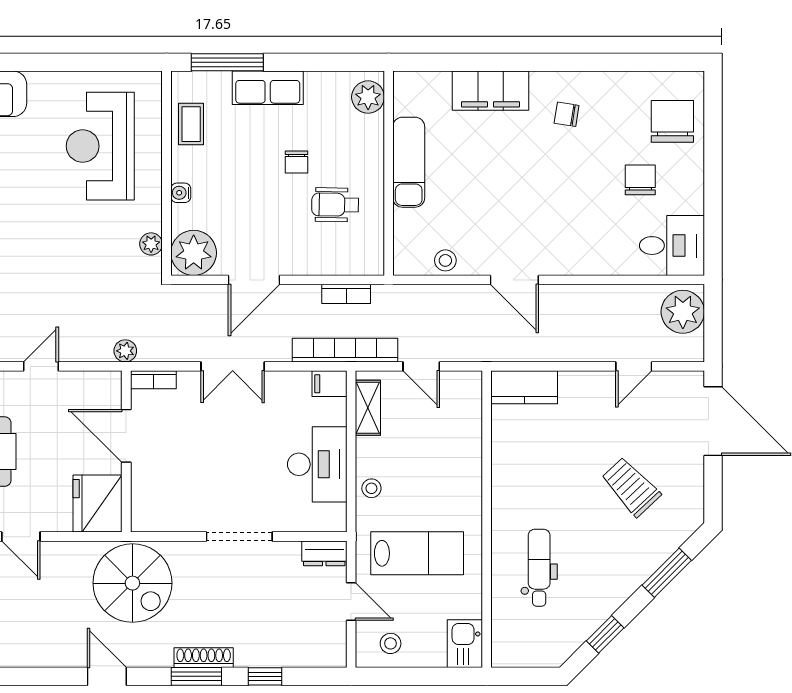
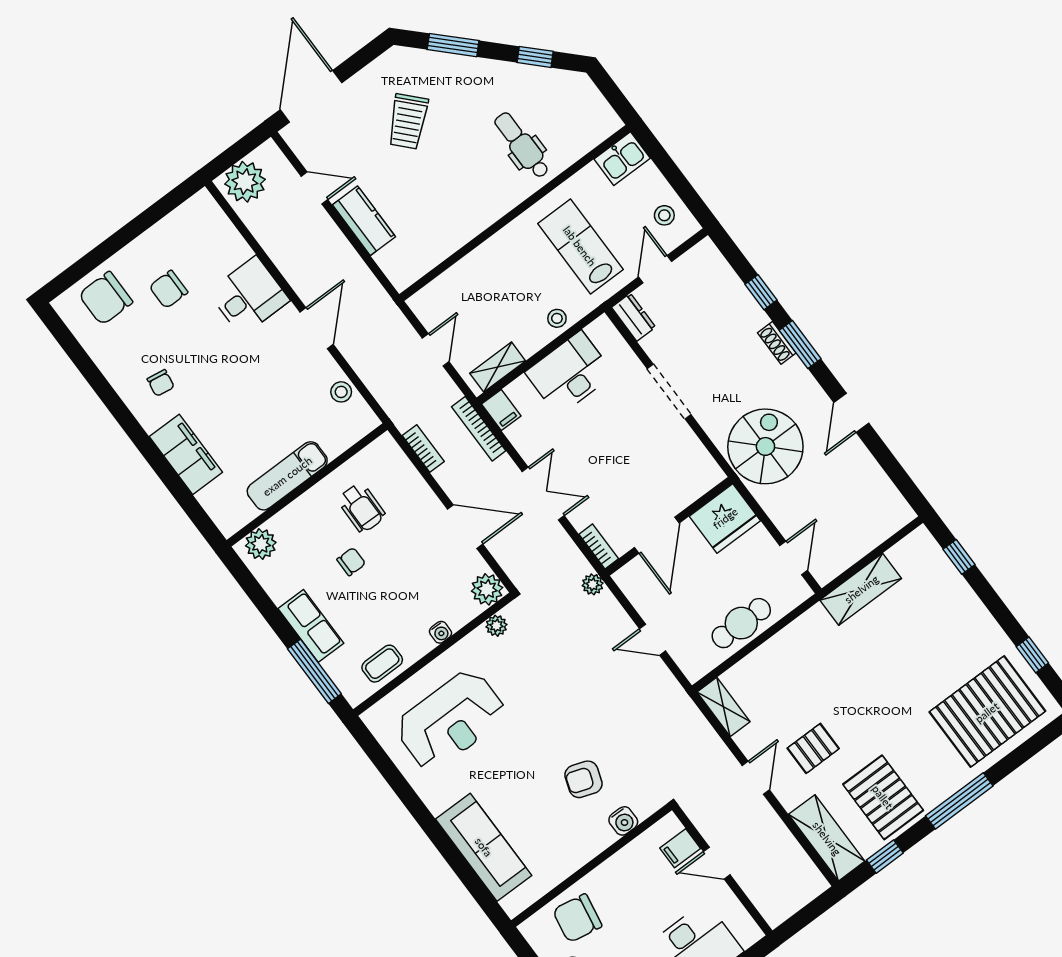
desk: (672, 246) -> (249, 296), moved, turned 90
plant: (194, 253) -> (487, 589), width x0.73, depth x0.73
bookcase: (345, 350) -> (479, 429), width x0.68, depth x0.76
kitchen counter: (524, 387) -> (364, 221), moved
dental chair: (539, 568) -> (522, 145), turned 90
shoe rack: (204, 658) -> (777, 343), width x0.70

